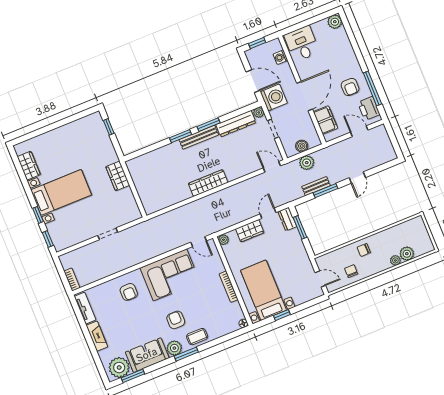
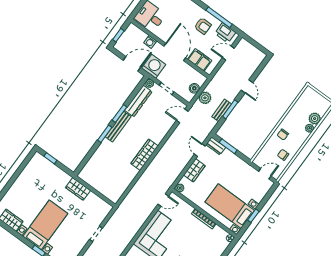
washing machine: (280, 57) -> (150, 42), moved

